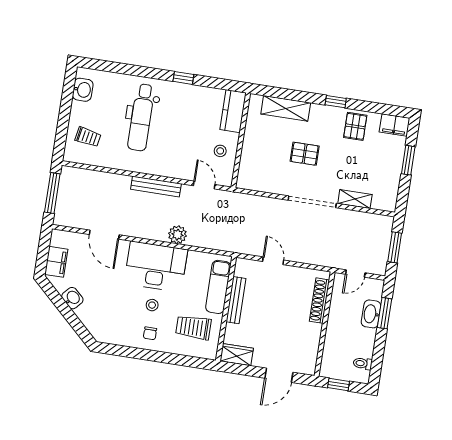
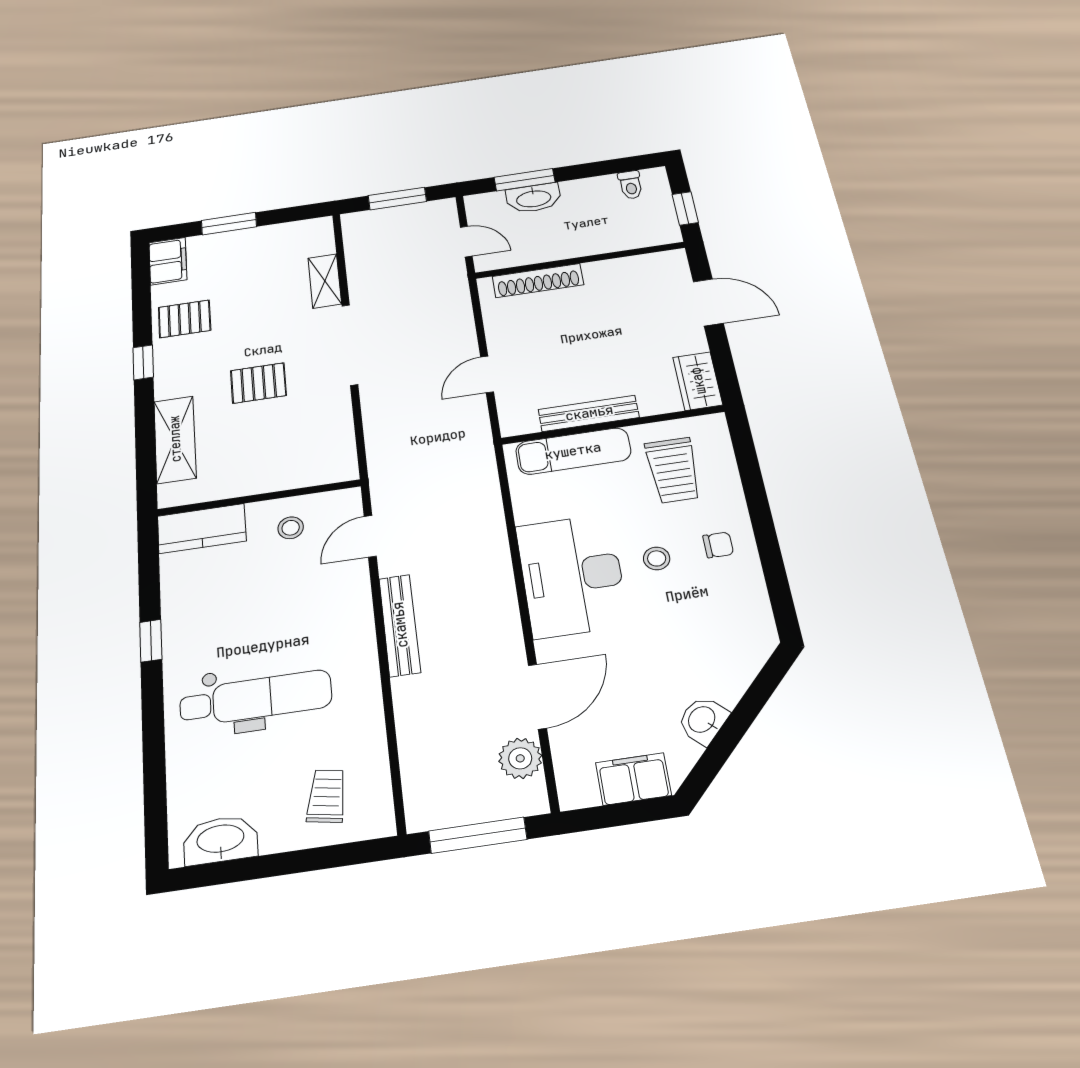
washbasin: (83, 90) -> (220, 840), width x1.38
pallet: (305, 154) -> (258, 383), turned 90
plant: (177, 235) -> (520, 758), moved

